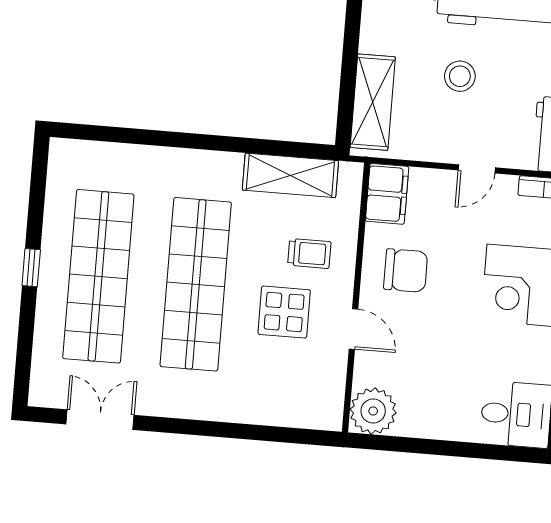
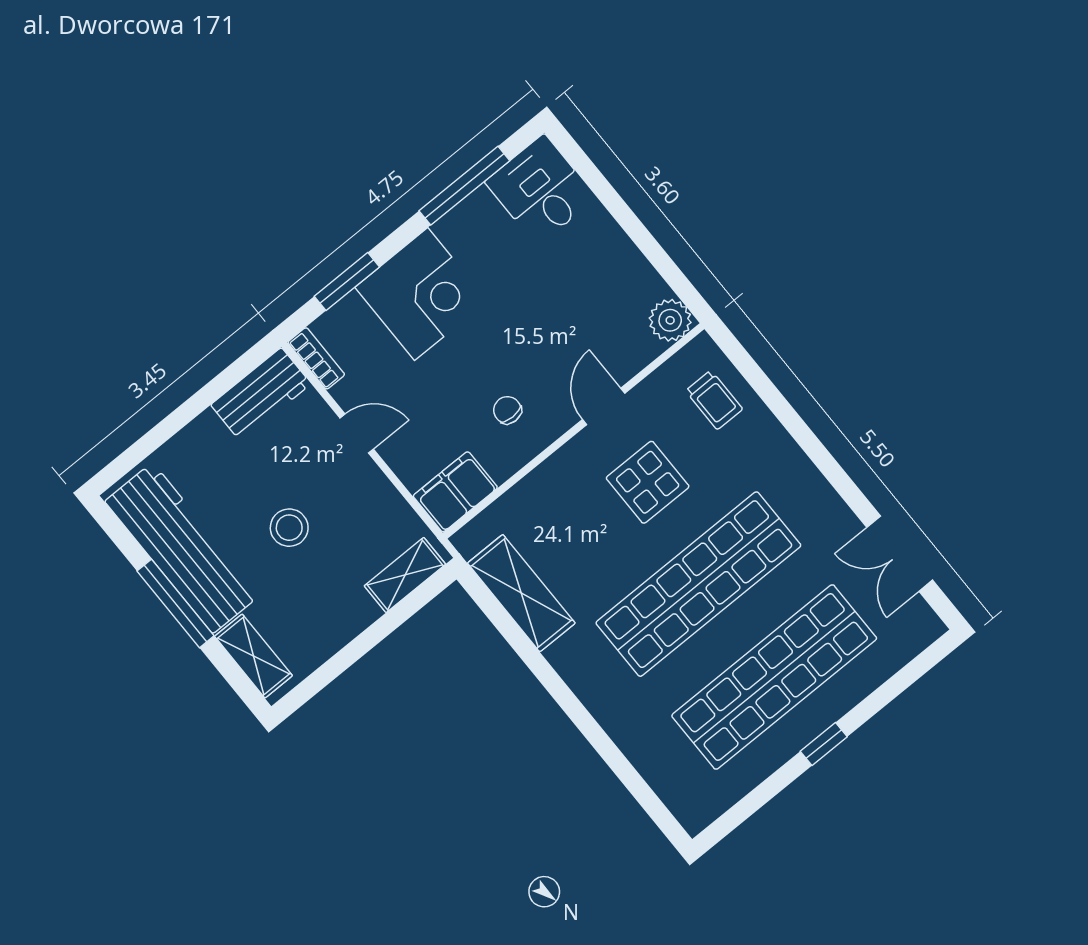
shelving: (373, 102) -> (405, 575), width x0.67, depth x0.75
trolley: (309, 253) -> (714, 400), moved, turned 180
chair: (406, 271) -> (507, 410), width x0.54, depth x0.54
plant: (373, 411) -> (670, 320), width x0.73, depth x0.73

